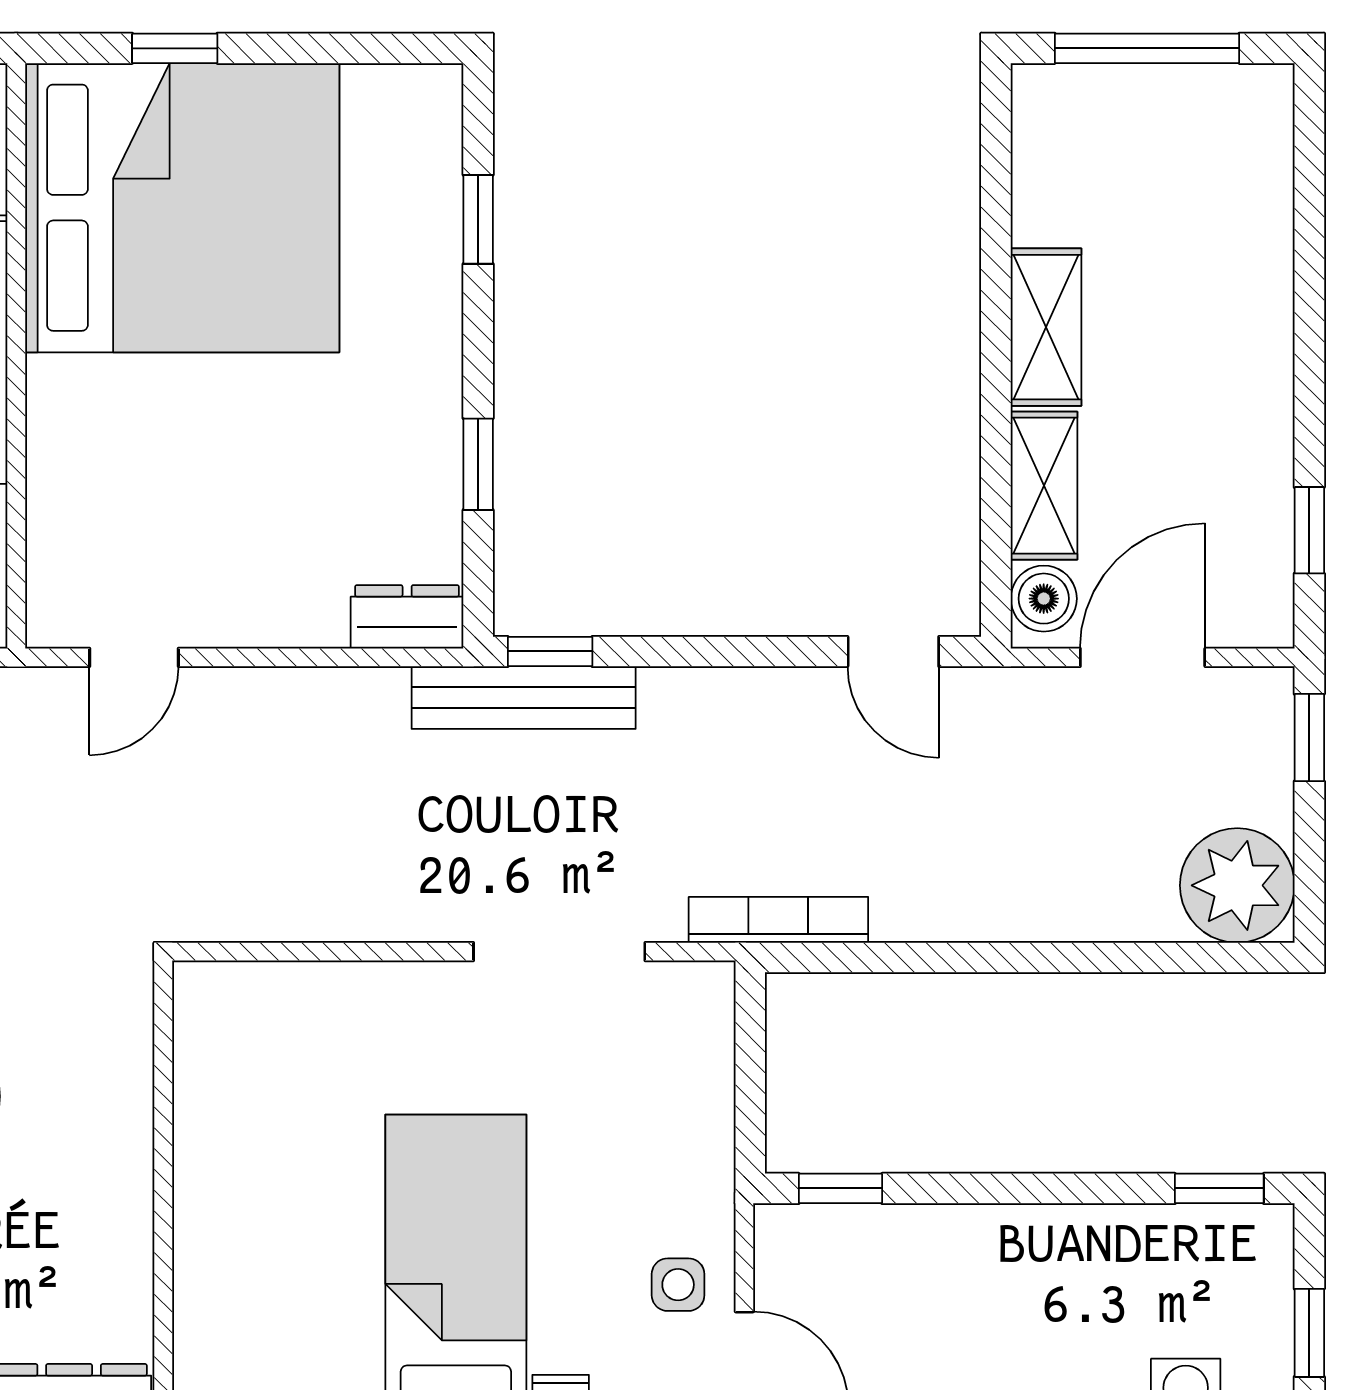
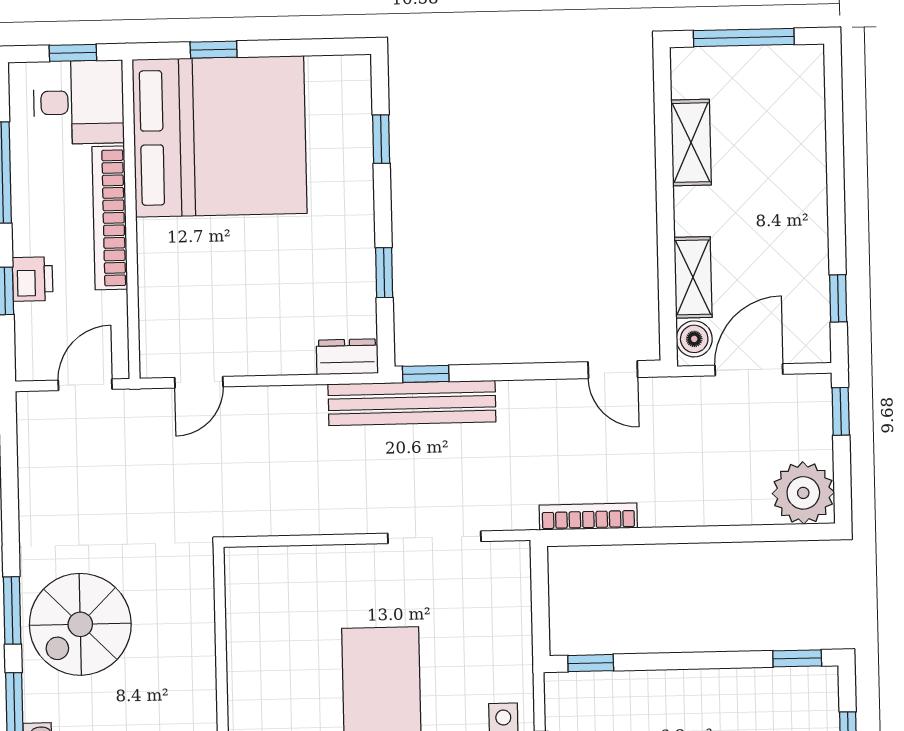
shelving: (1046, 327) -> (691, 143), moved
bench: (524, 698) -> (412, 403), width x1.37, depth x1.21
bookcase: (778, 920) -> (588, 517), moved

